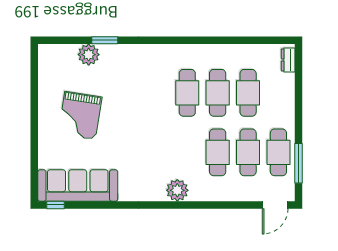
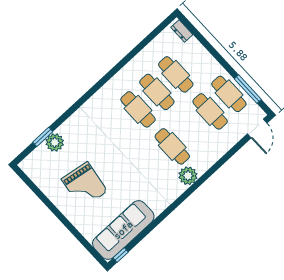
window: (105, 40) -> (43, 137), moved
cafe table: (218, 152) -> (172, 146), moved

